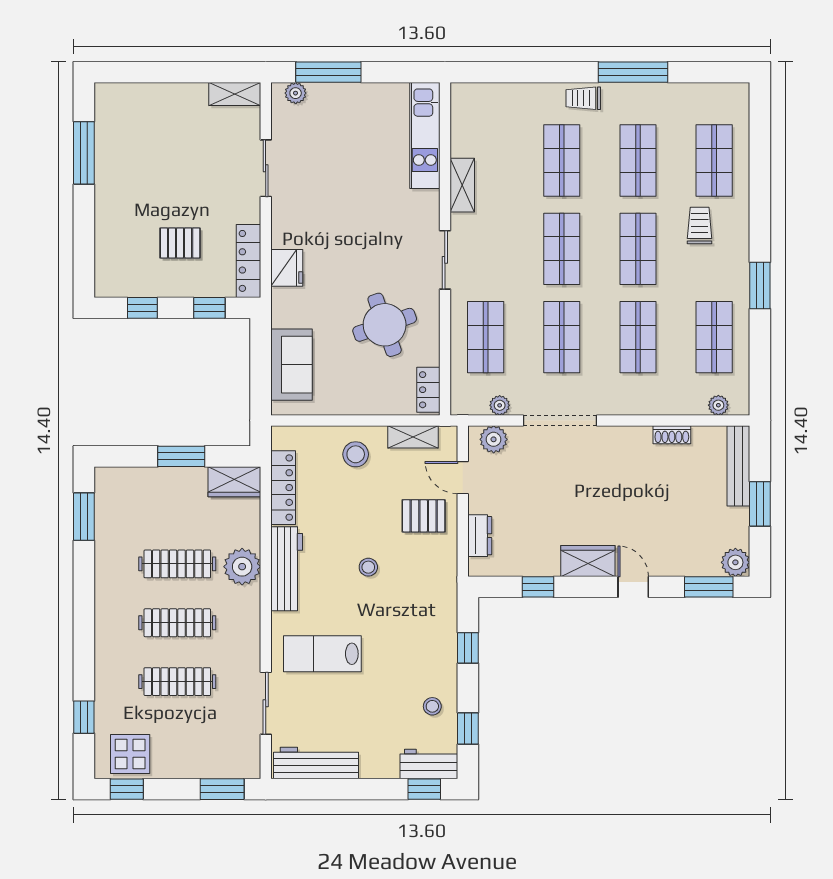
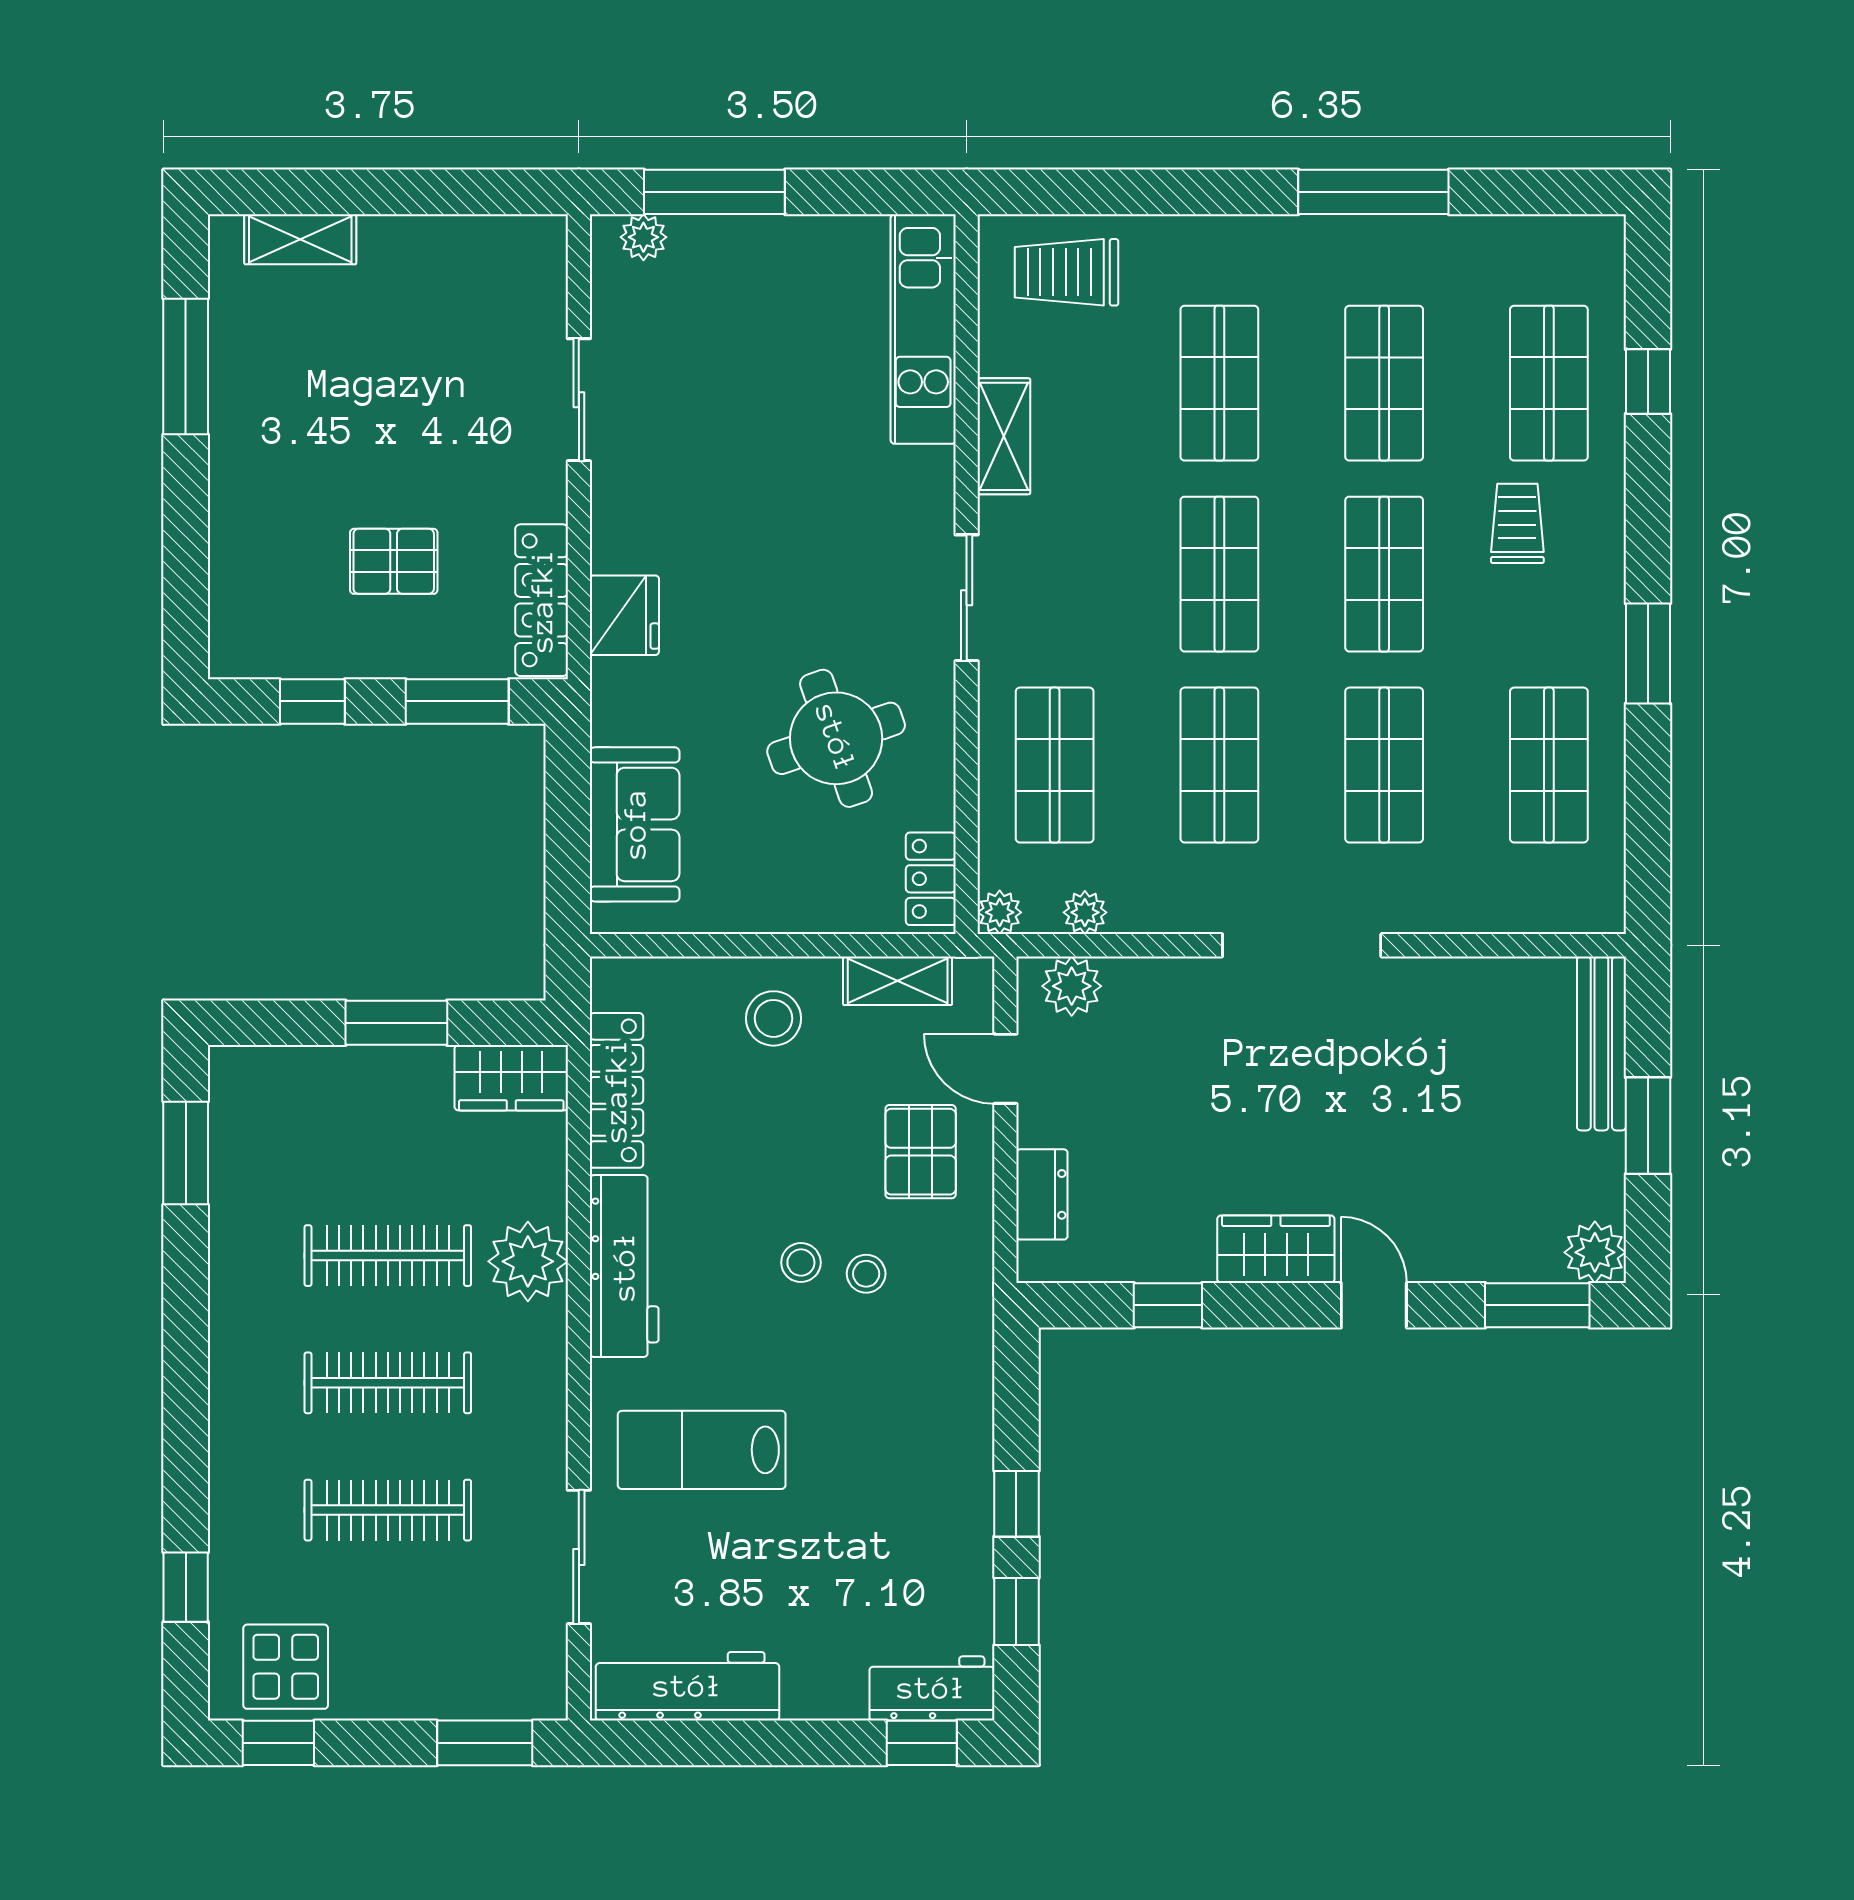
shelving: (235, 94) -> (300, 239), moved
trolley: (583, 98) -> (1067, 272), moved, width x1.36, depth x1.39
window: (760, 160) -> (1648, 382), added
window: (209, 308) -> (457, 701), width x1.50
plant: (718, 405) -> (1000, 912), moved
doorway: (560, 420) -> (1302, 945), moved
shoe rack: (672, 435) -> (1457, 976), removed
pallet: (424, 516) -> (921, 1152), turned 90
window: (468, 648) -> (1016, 1504), moved
stool: (432, 706) -> (866, 1274), moved

